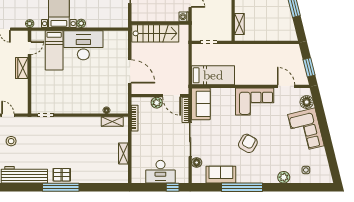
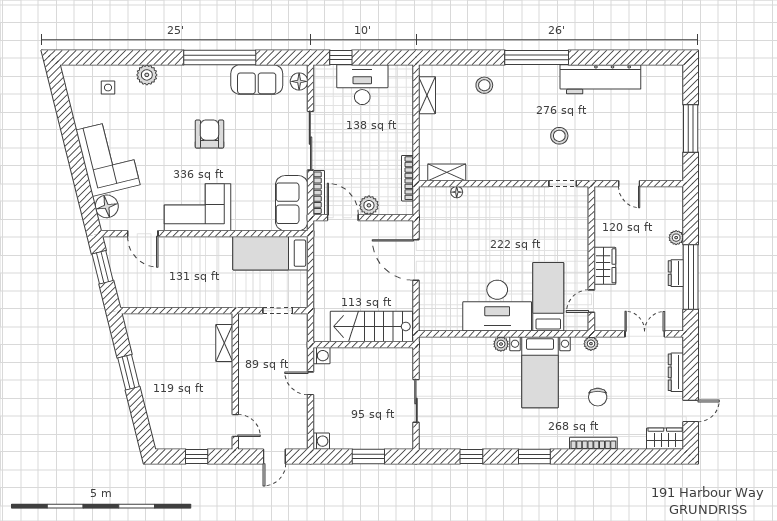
stool: (11, 141) -> (559, 136), moved
armchair: (248, 143) -> (209, 134), turned 151
shelving: (123, 153) -> (427, 95), moved
floor lamp: (197, 162) -> (299, 81), moved
stool: (91, 171) -> (484, 85), added
pallet: (62, 175) -> (535, 79), removed

